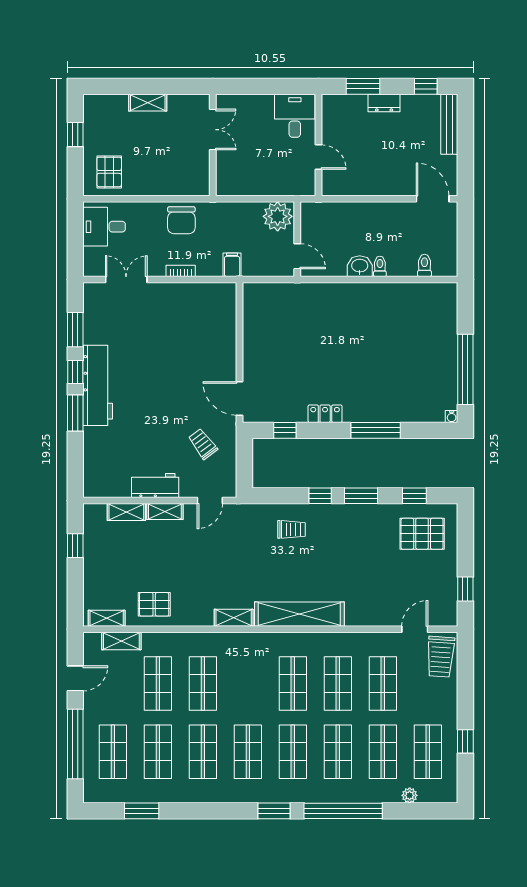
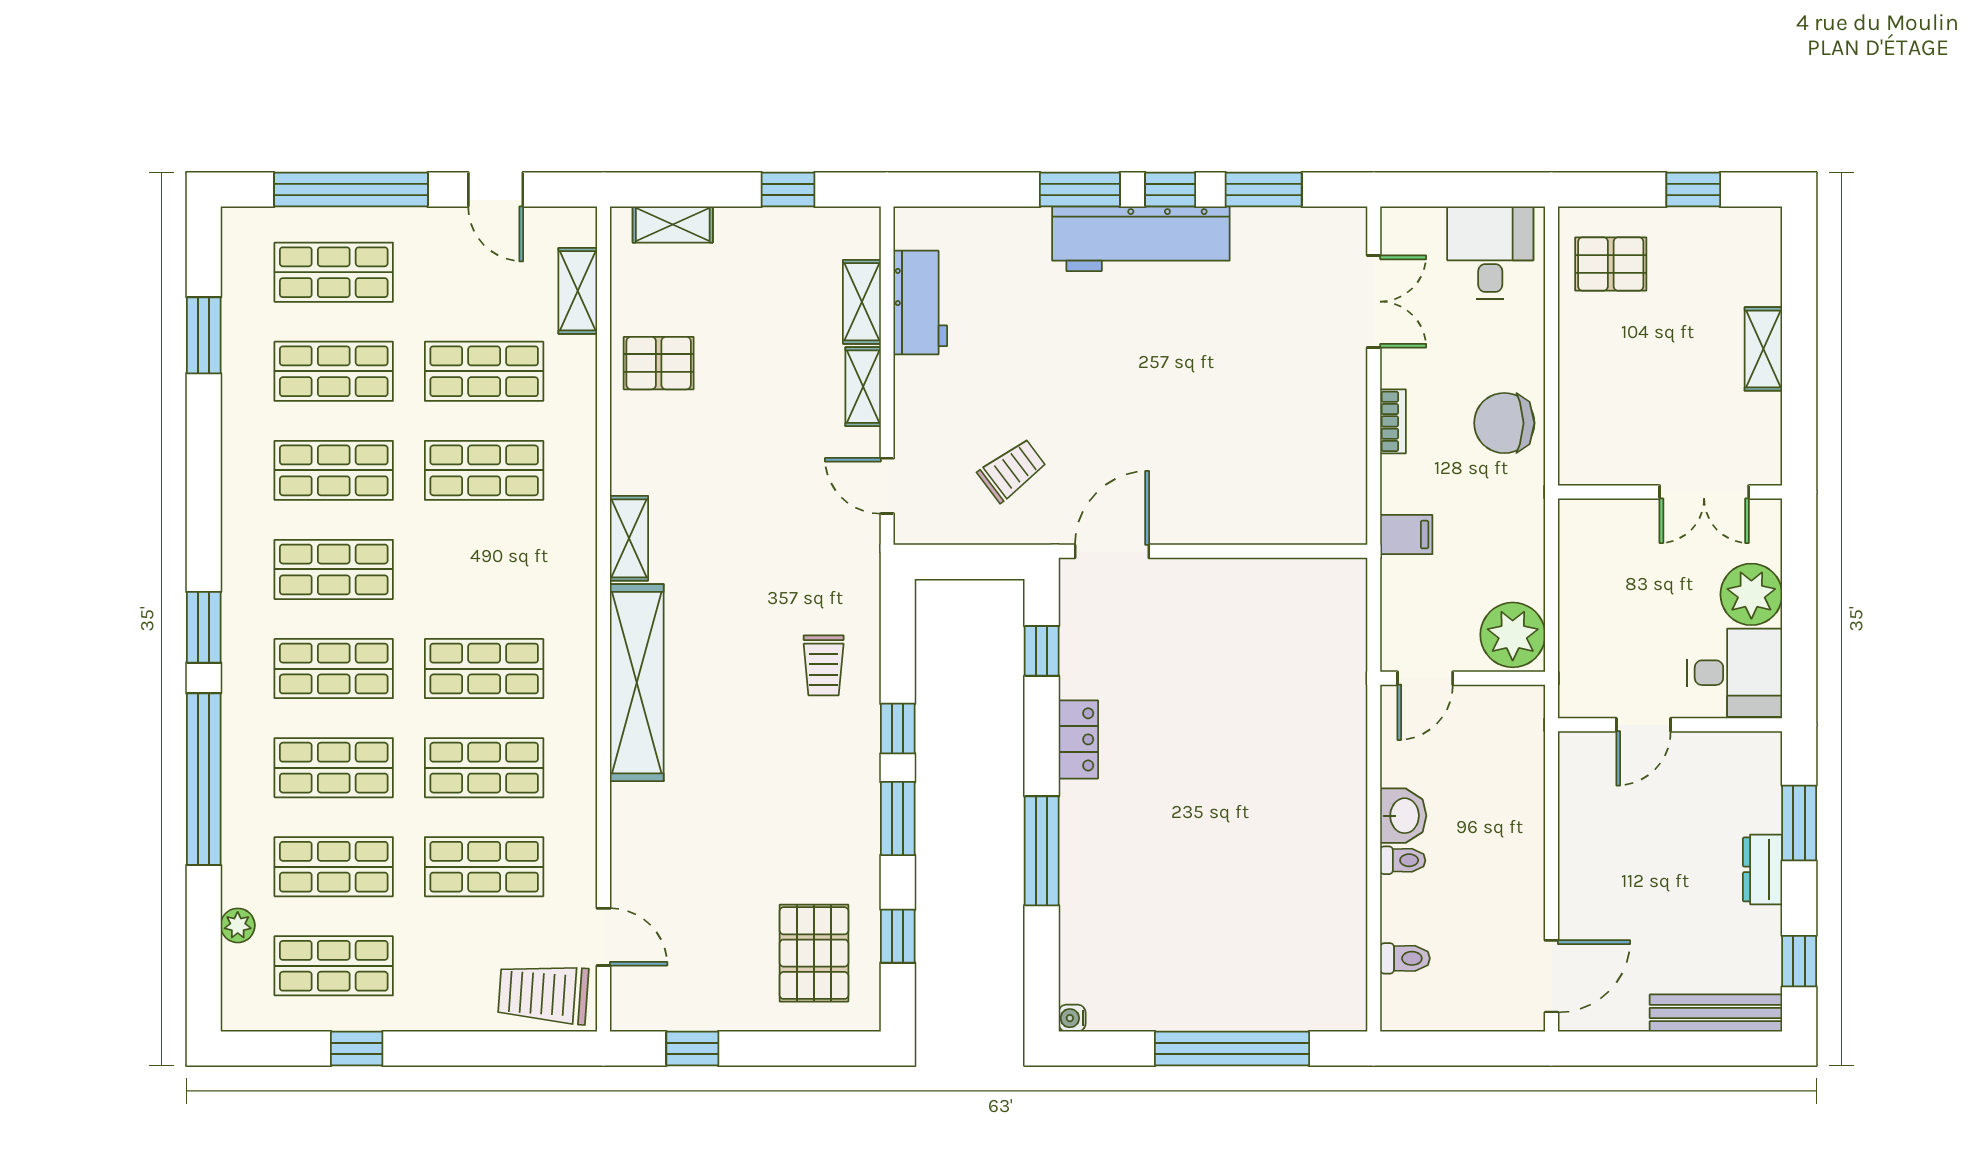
plant: (259, 108) -> (1751, 594), added
window: (465, 369) -> (1232, 1049), moved
workbench: (155, 485) -> (920, 303), moved
pallet: (154, 604) -> (659, 363), turned 90
shelving: (107, 618) -> (673, 224), moved, turned 90

